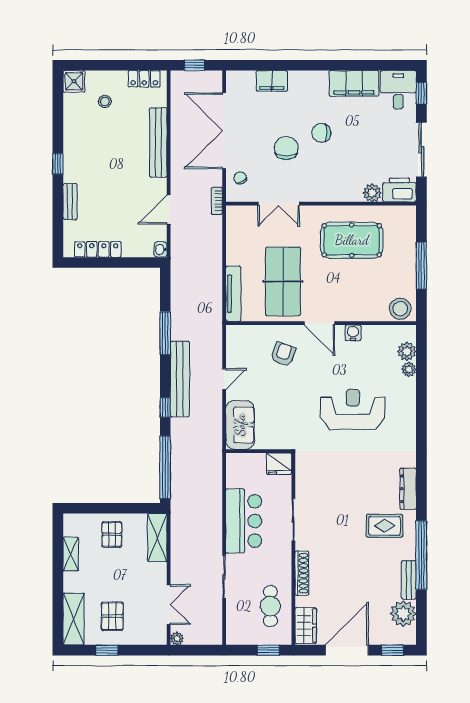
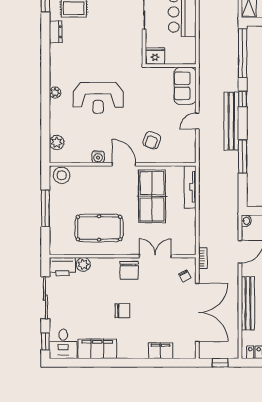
chair: (286, 148) -> (129, 270), moved
plant: (409, 369) -> (55, 93), moved
dresser: (408, 489) -> (56, 32), width x0.70

